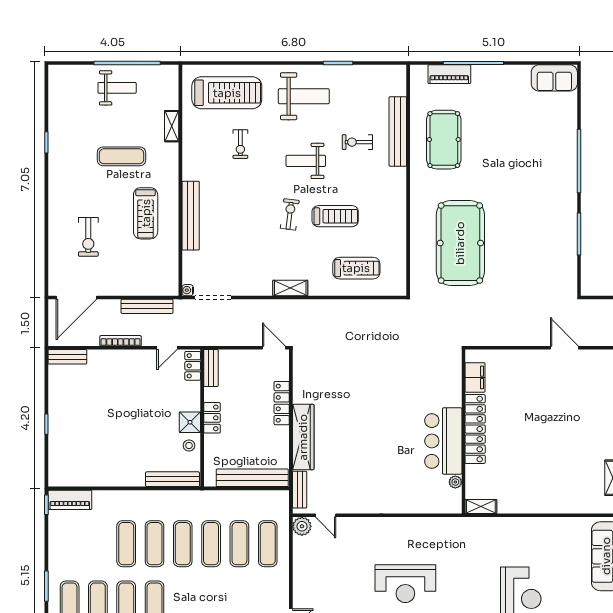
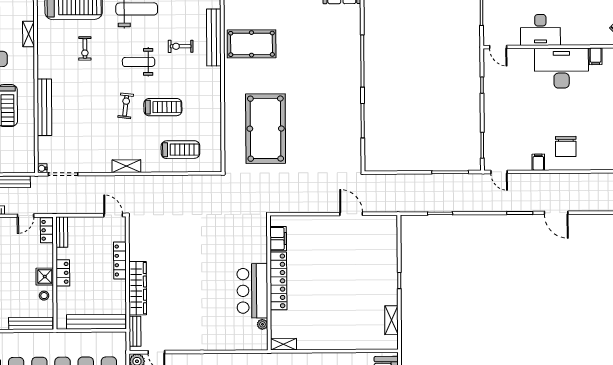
pool table: (444, 140) -> (252, 44), turned 90

